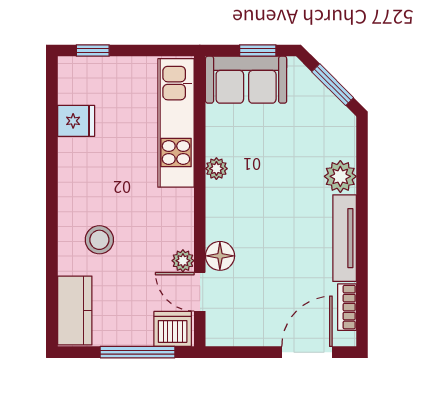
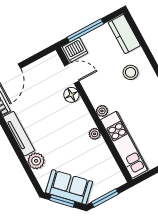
window: (258, 51) -> (105, 198), width x1.50
sofa: (246, 80) -> (69, 187), moved, turned 45
plant: (183, 261) -> (102, 111), moved

